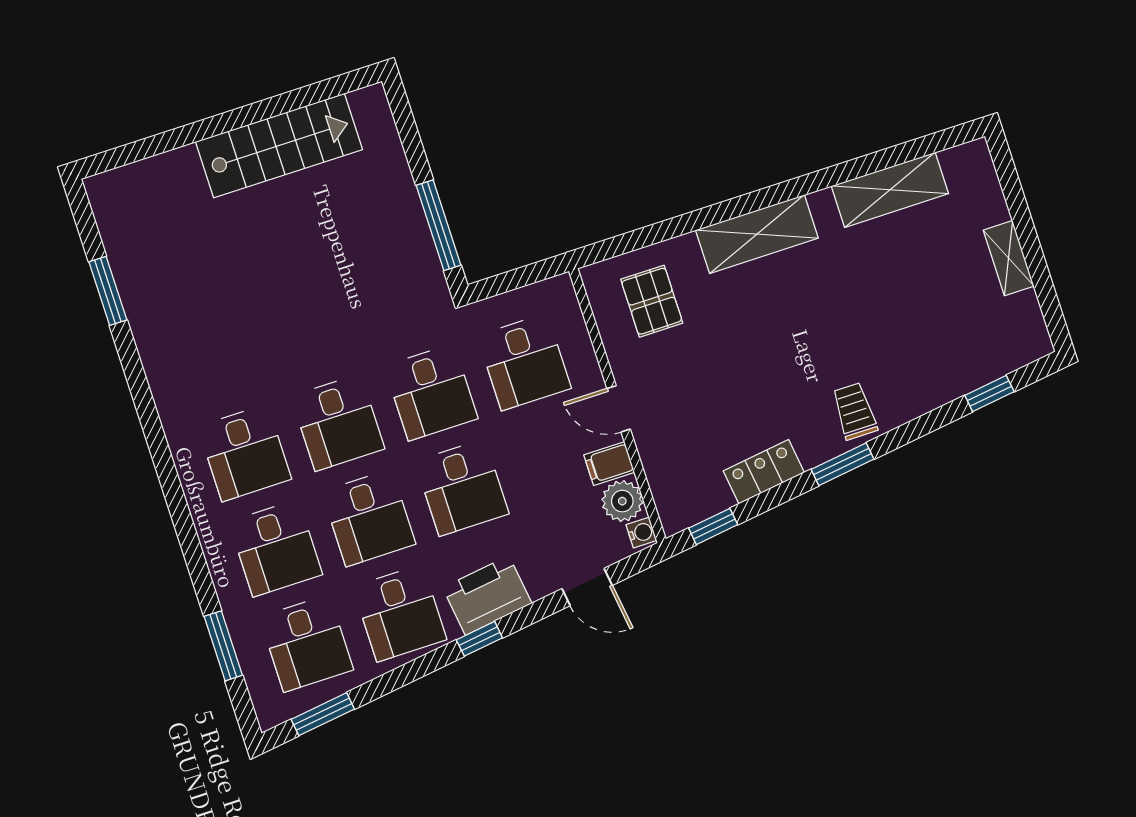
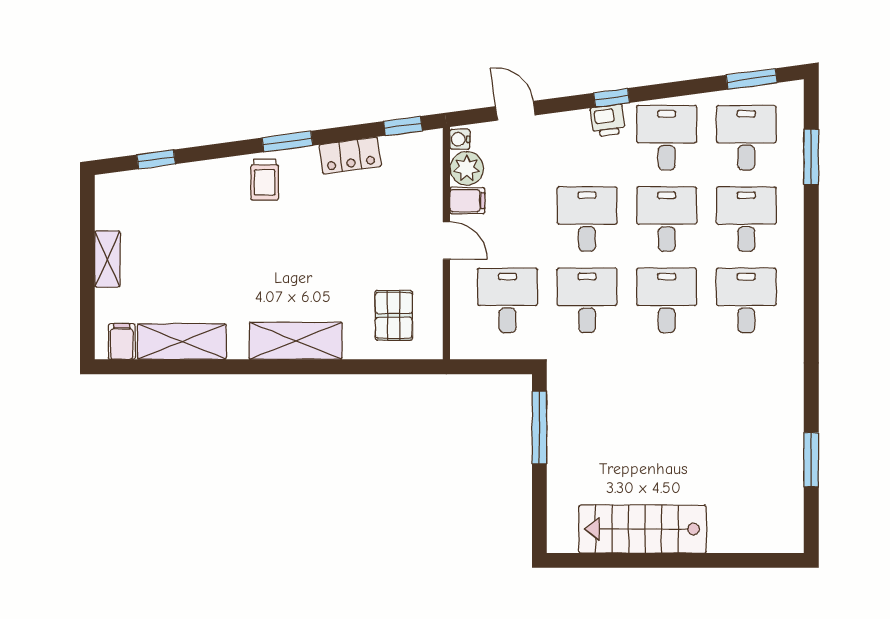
filing cabinet: (960, 167) -> (122, 342), added
printer: (487, 596) -> (608, 120), width x0.53, depth x0.68

